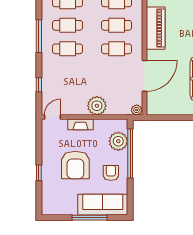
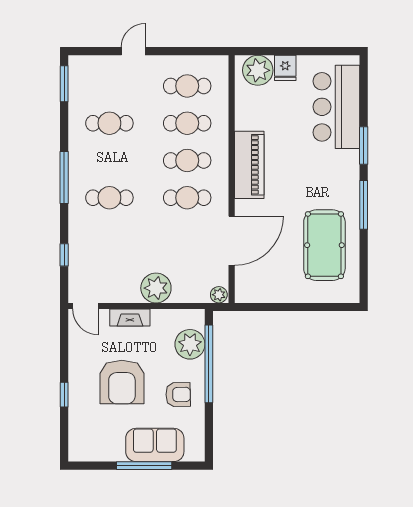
cafe table: (68, 25) -> (109, 160), removed
door: (52, 117) -> (86, 306), swing flipped
armchair: (111, 173) -> (178, 395), turned 89
sofa: (103, 205) -> (155, 445), width x0.73

